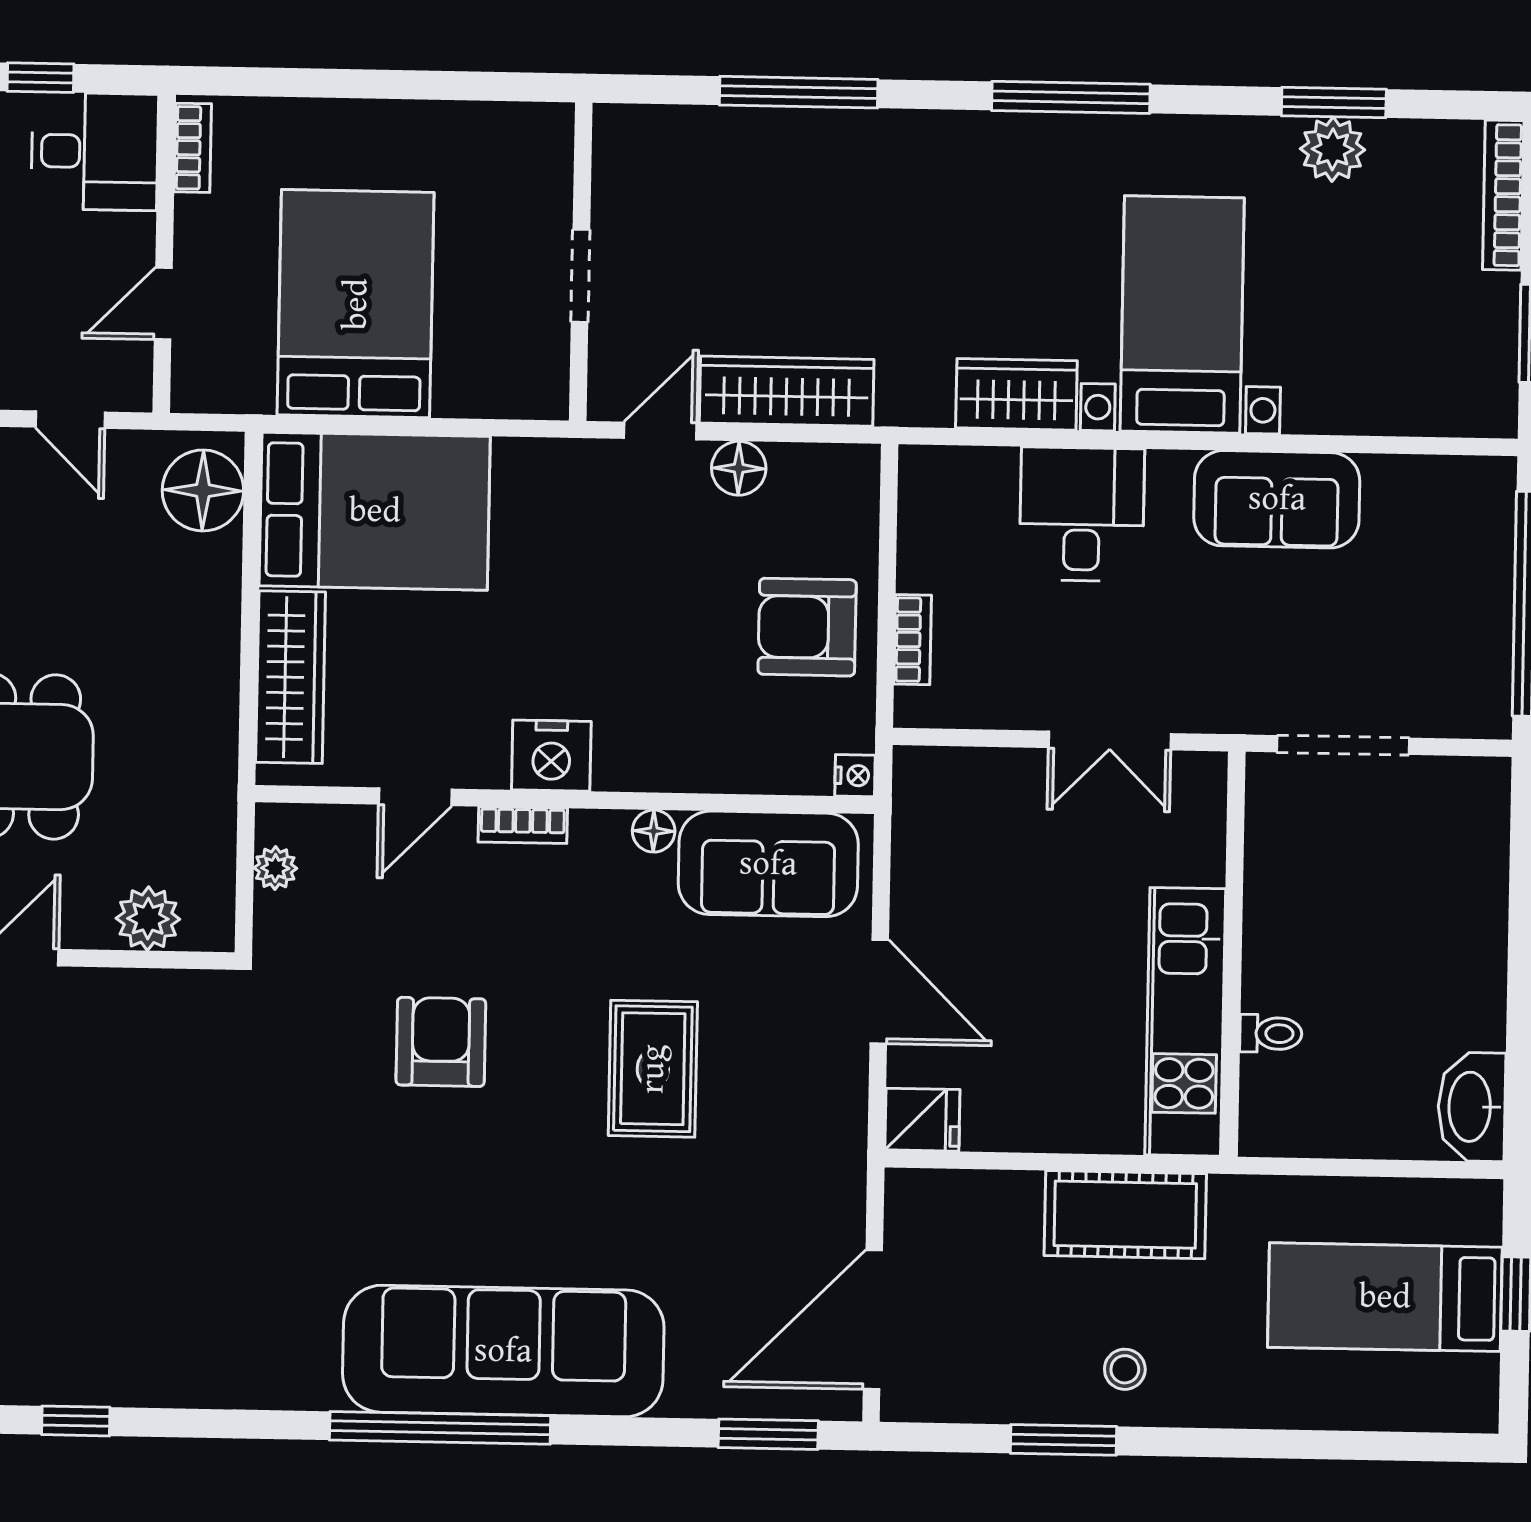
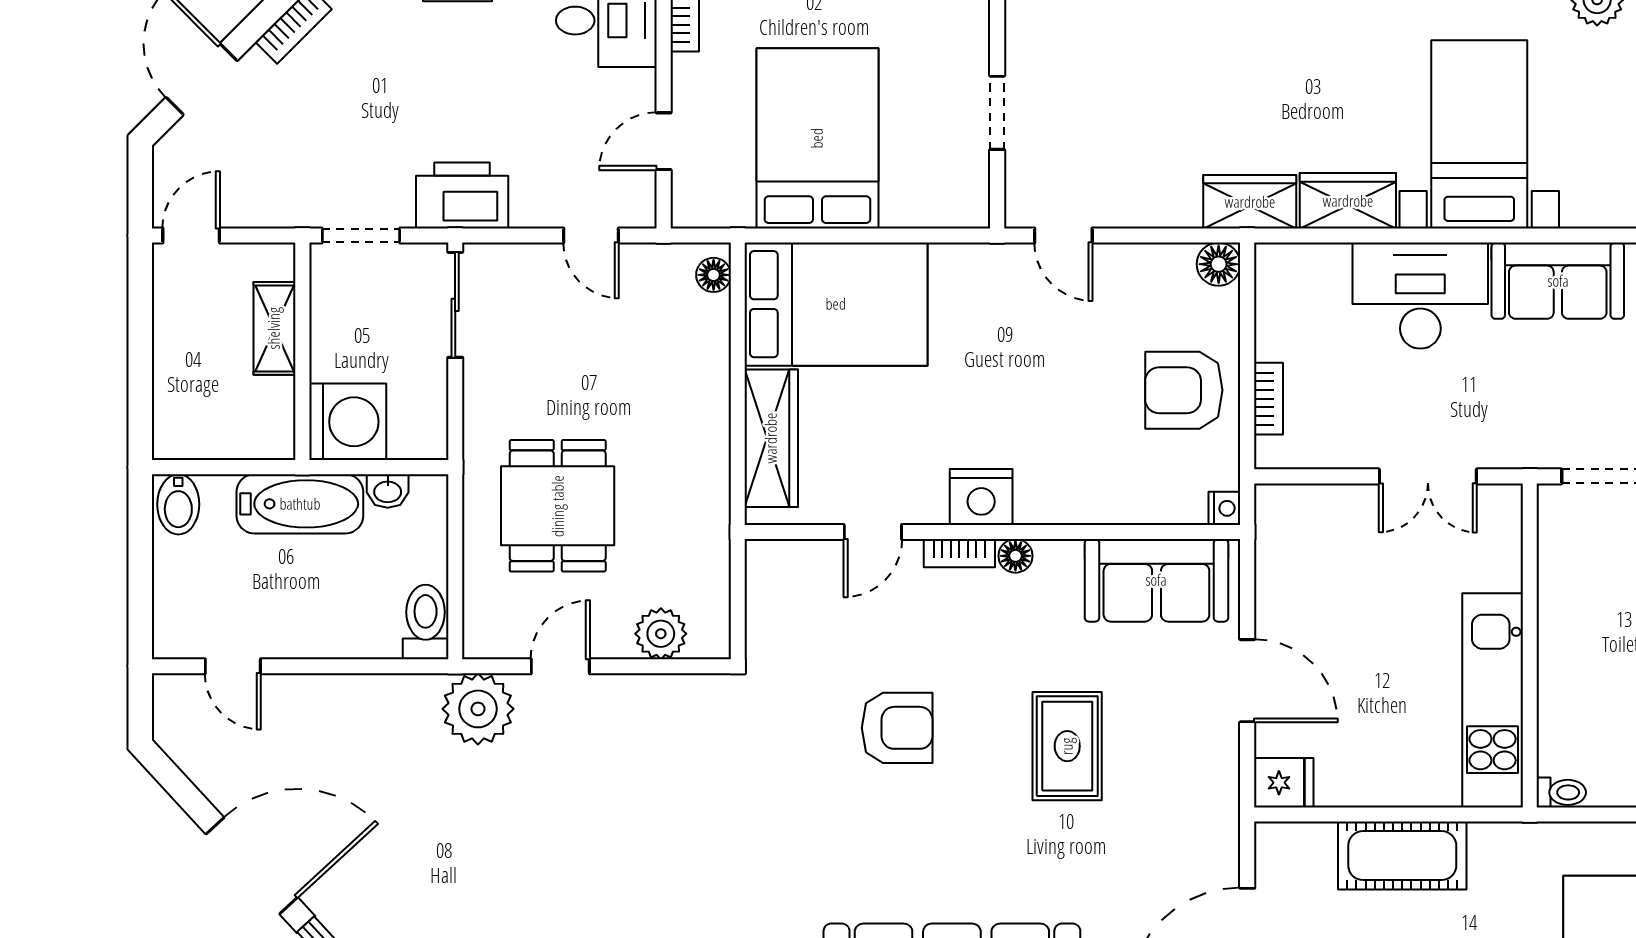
wardrobe: (787, 391) -> (1250, 202), moved, width x0.67
door: (660, 431) -> (1063, 236), swing flipped
floor lamp: (739, 468) -> (1219, 264), moved
floor lamp: (203, 490) -> (714, 275), width x0.53, depth x0.53
desk: (1082, 514) -> (1420, 296), width x1.37
floor lamp: (654, 831) -> (1015, 556), moved
plant: (275, 868) -> (762, 591), removed
toilet: (1271, 1033) -> (1561, 792), moved
armchair: (441, 1042) -> (897, 728), turned 90
cot: (1125, 1215) -> (1402, 856), moved

